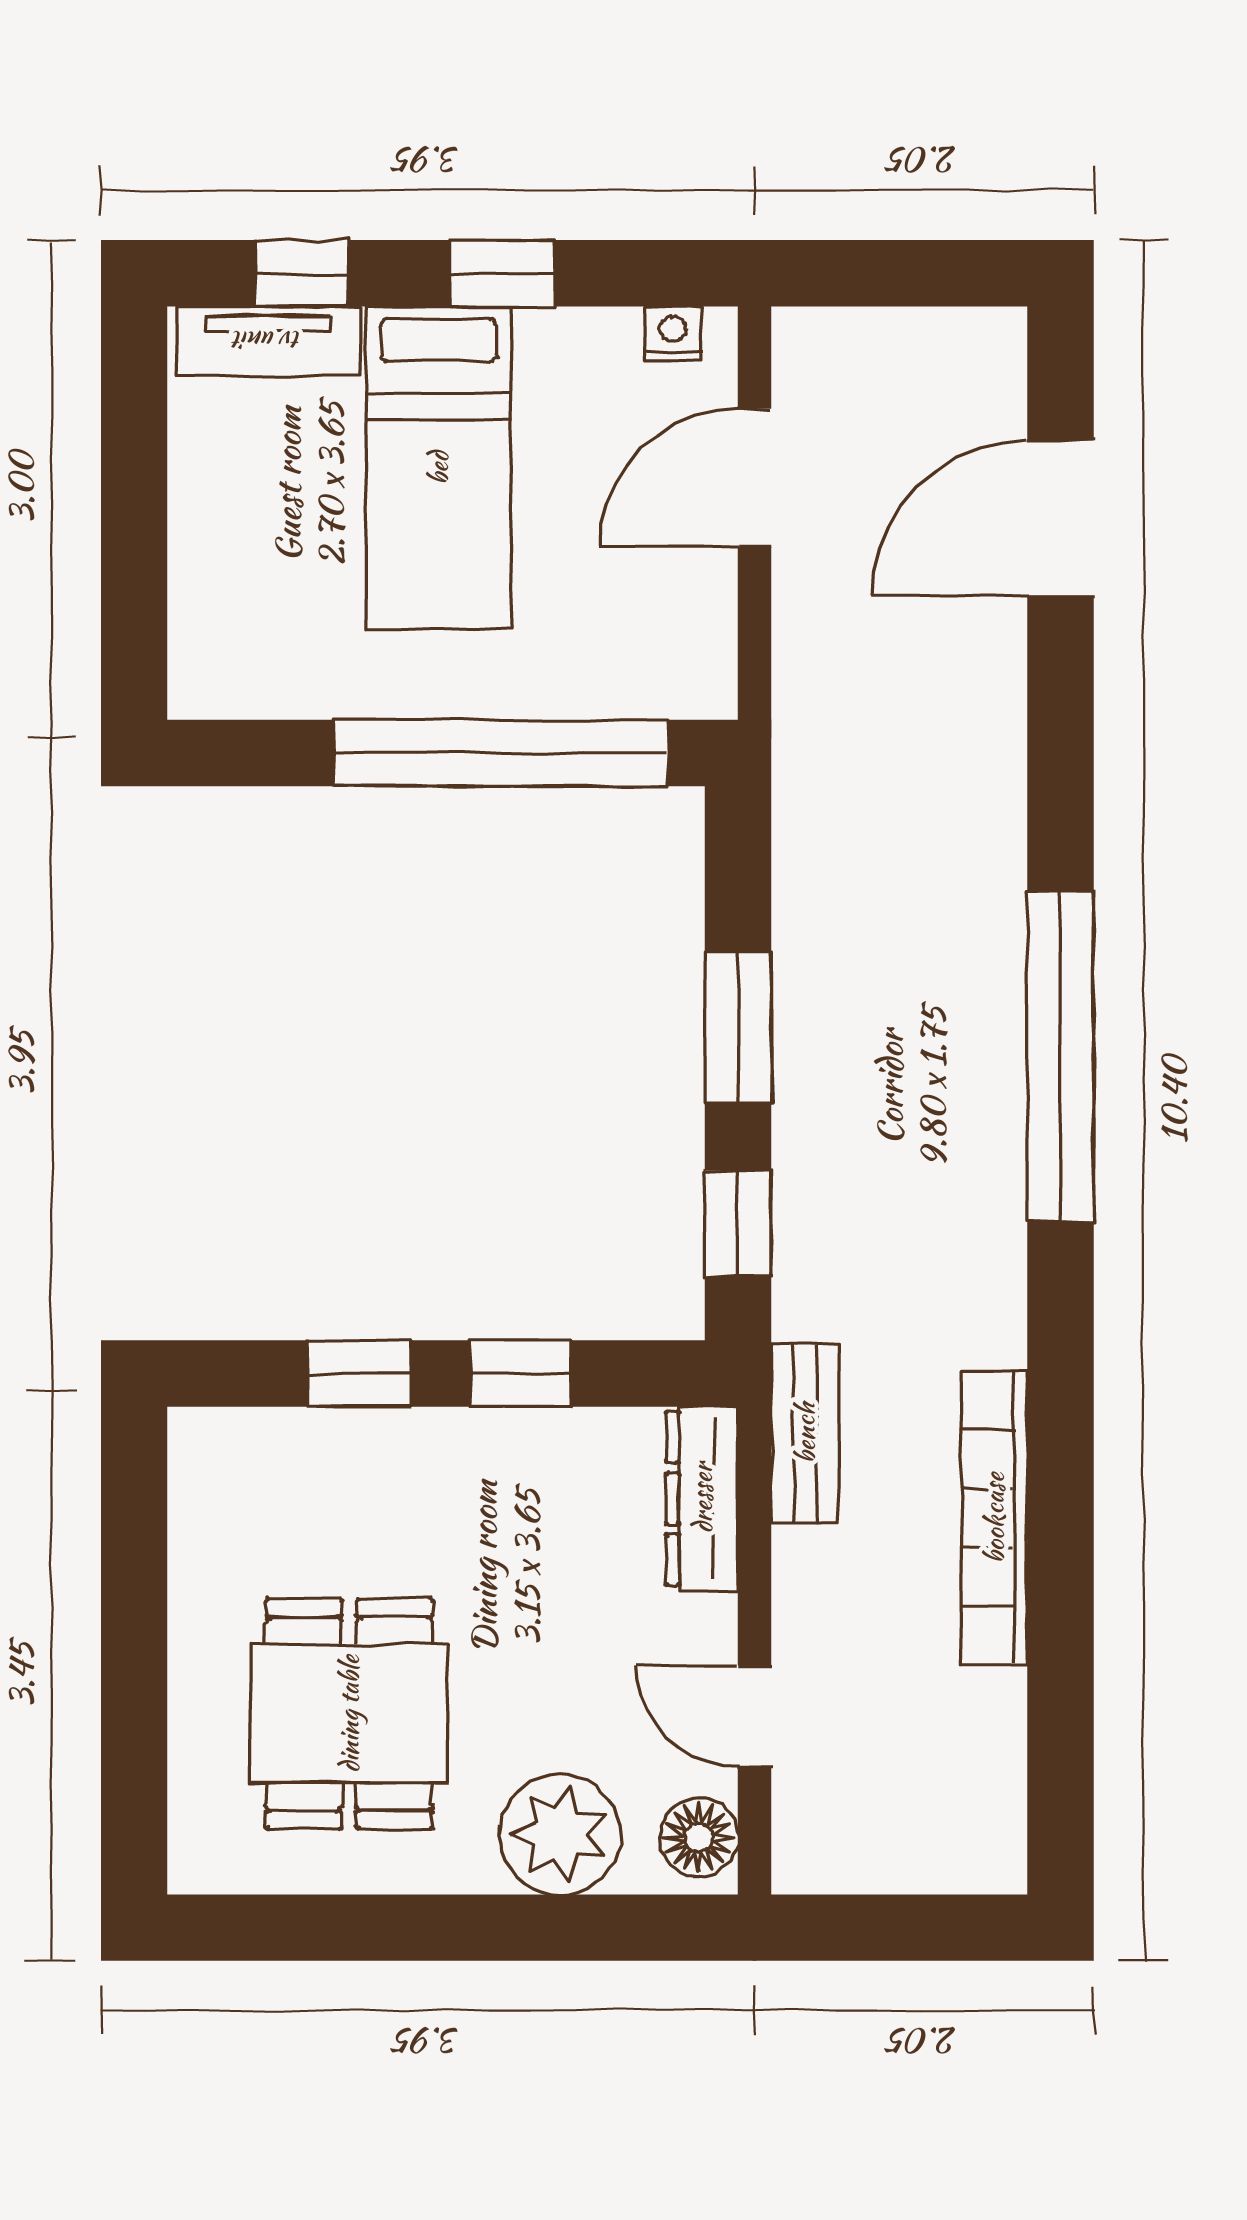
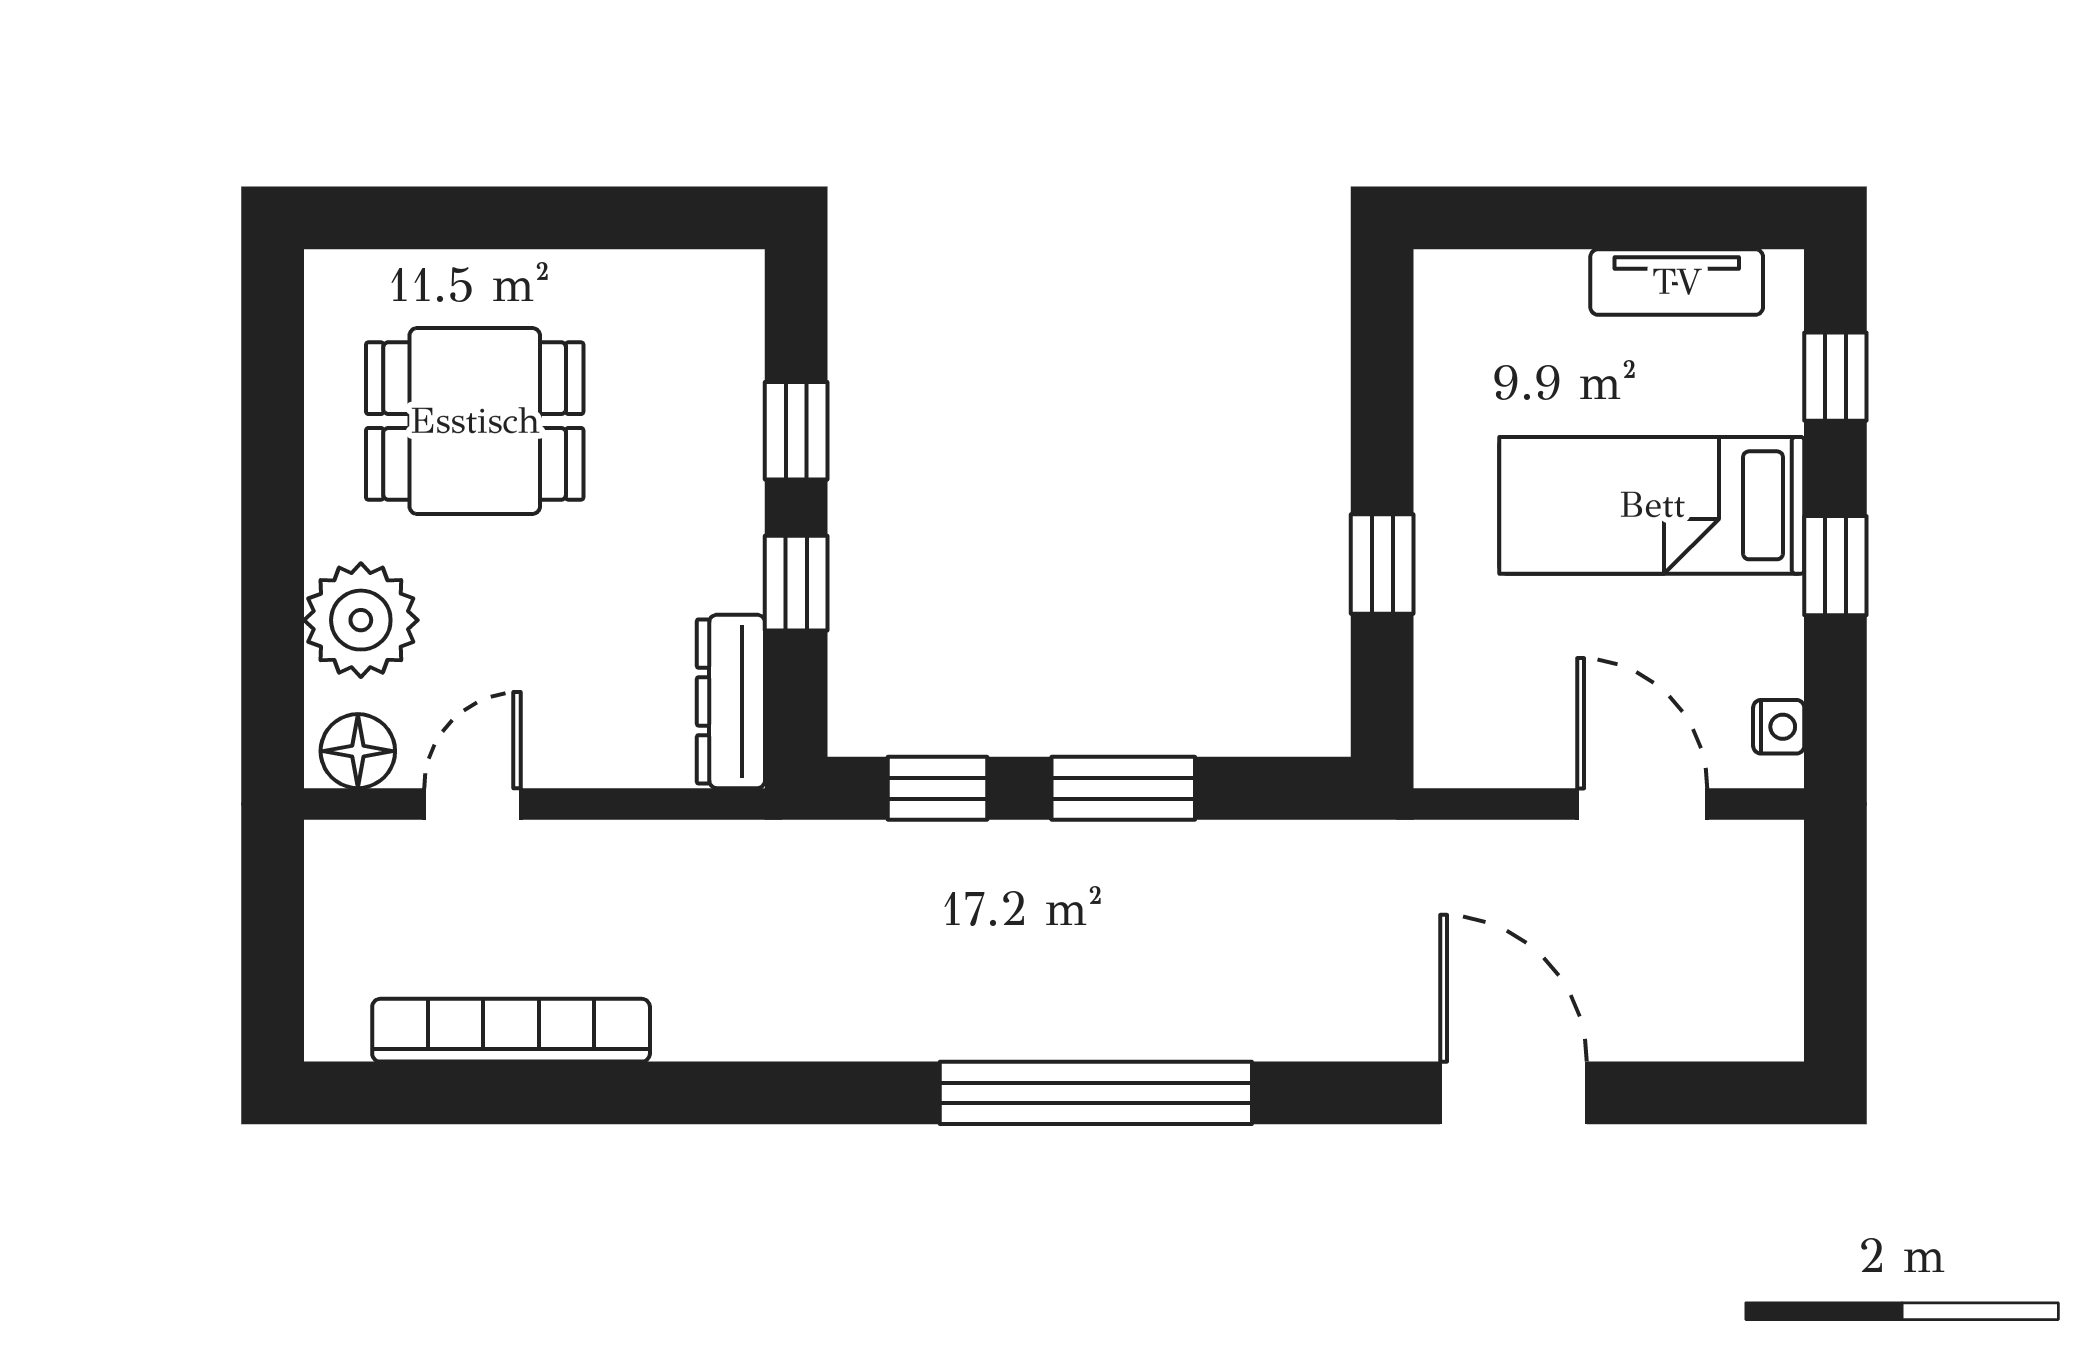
tv unit: (268, 341) -> (1677, 282), moved, turned -90
door: (1061, 518) -> (1514, 1093), moved
window: (501, 753) -> (1382, 564), width x0.32
bench: (805, 1433) -> (740, 852), removed
dresser: (702, 1498) -> (731, 701), moved, turned -90
bookcase: (994, 1518) -> (511, 1030), moved

